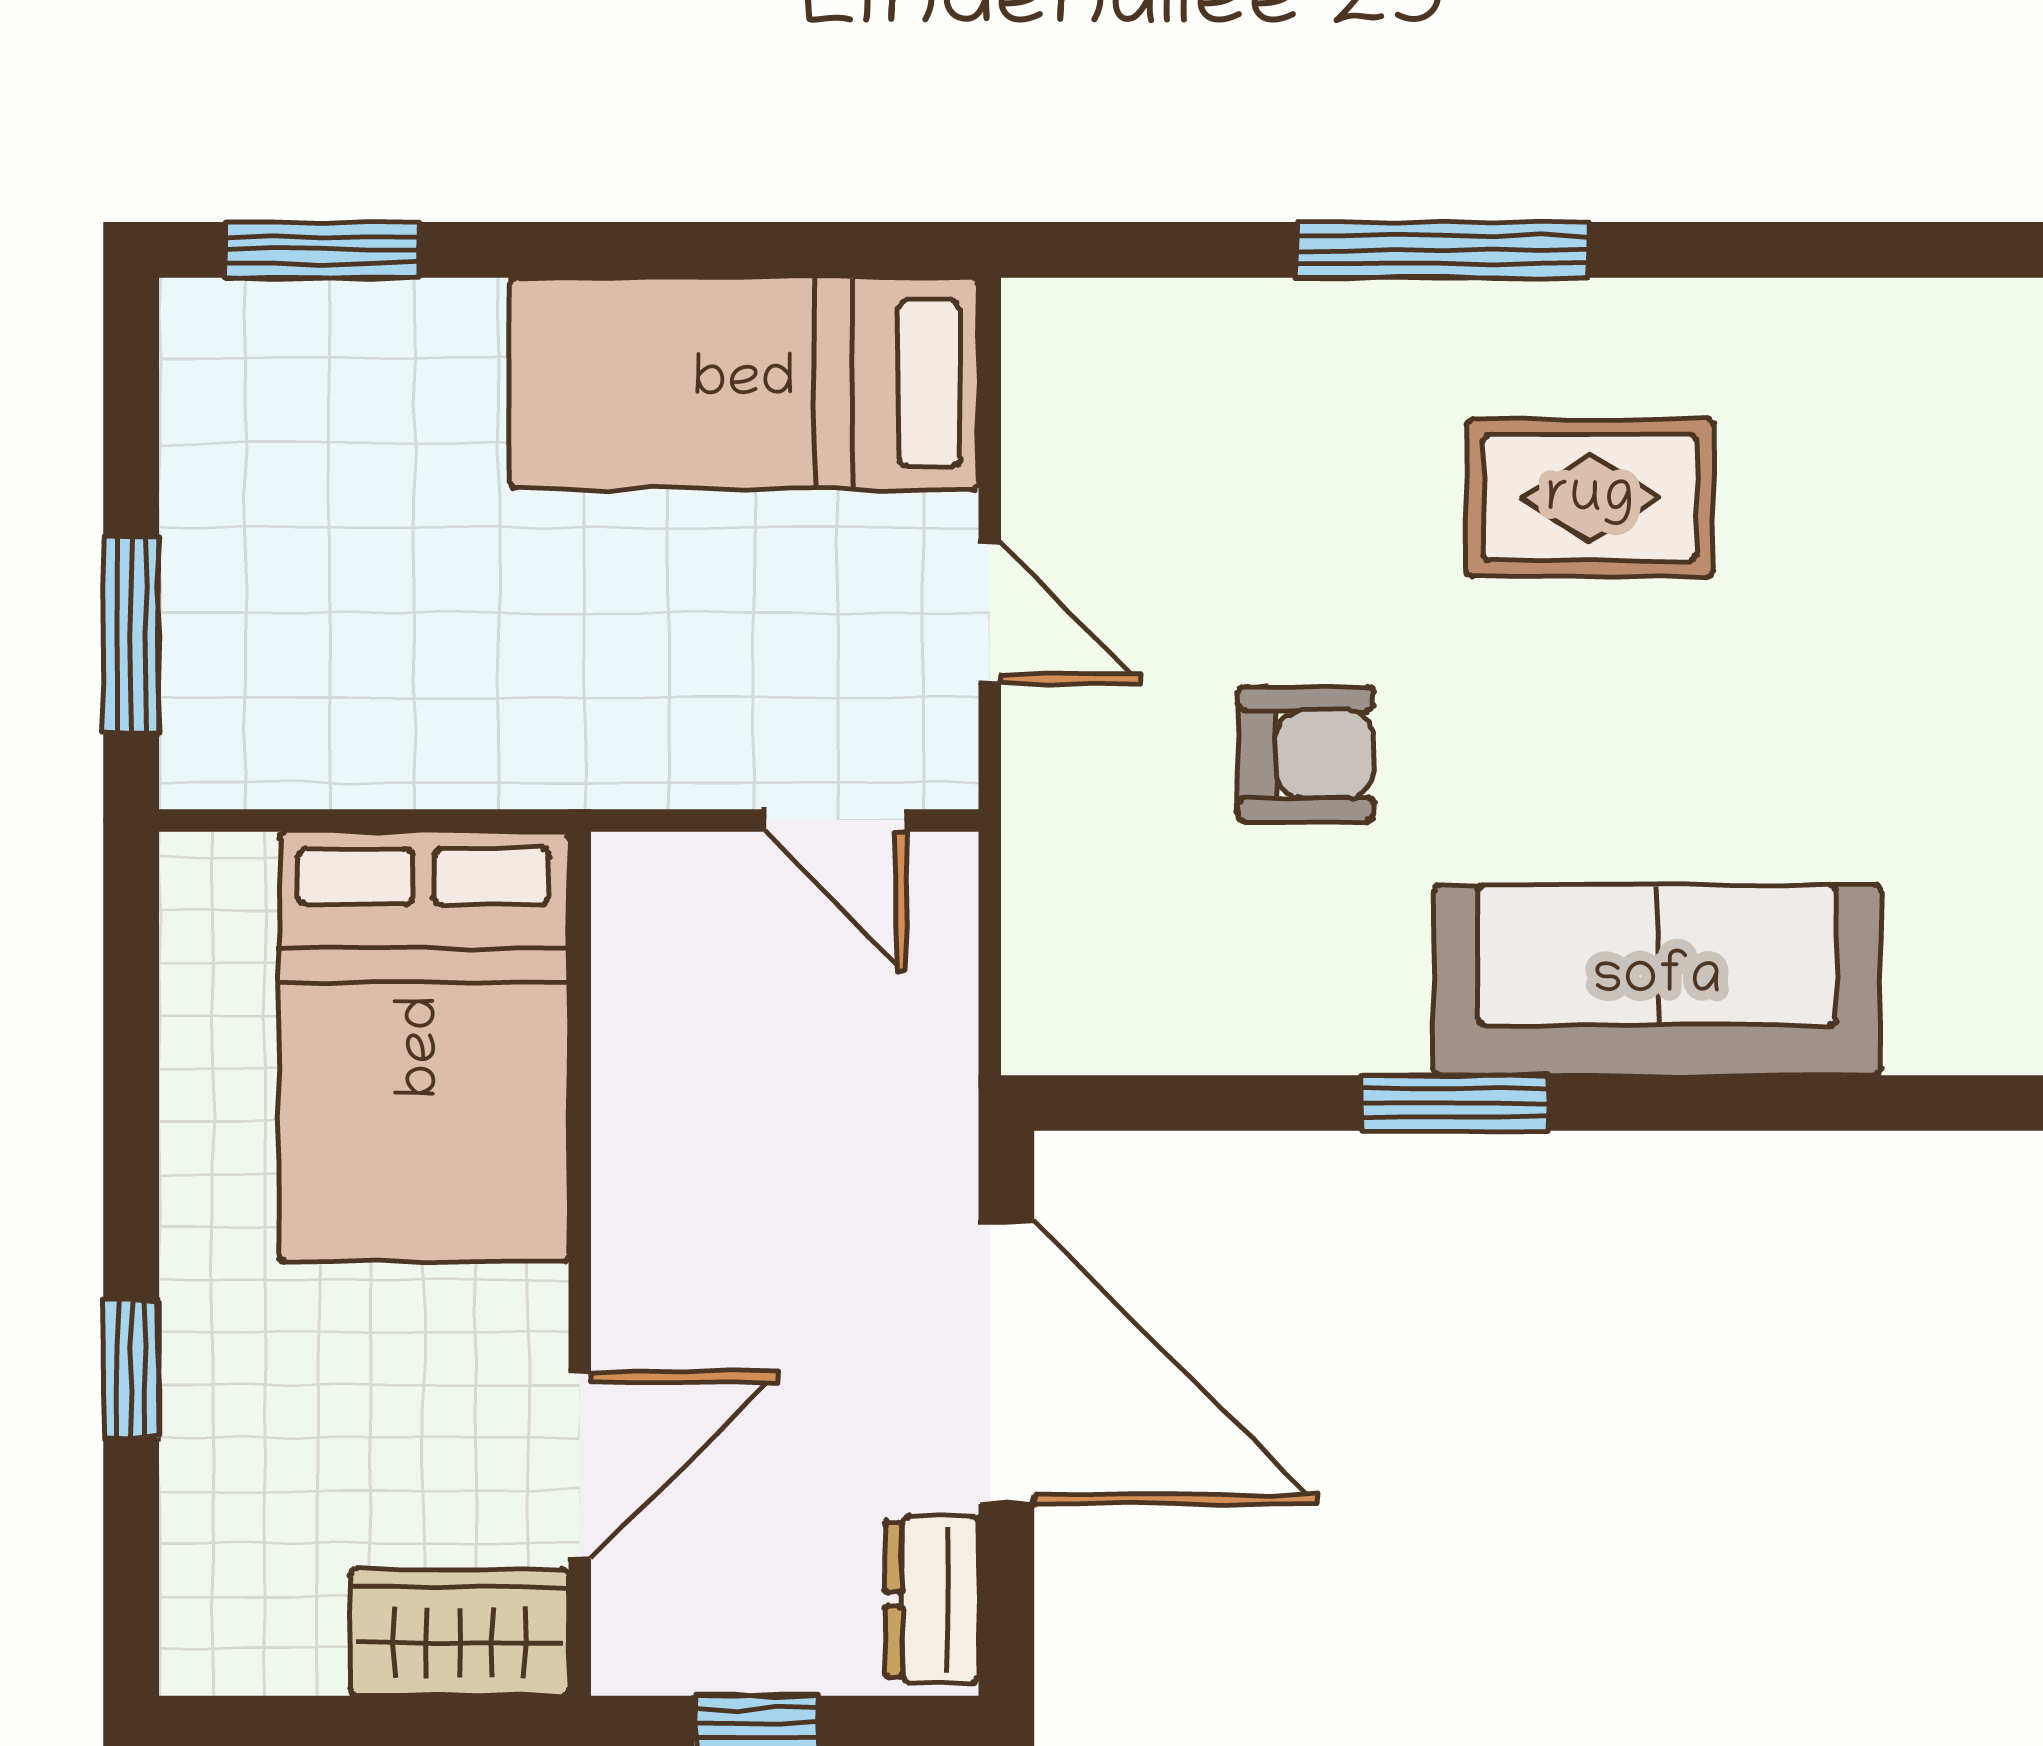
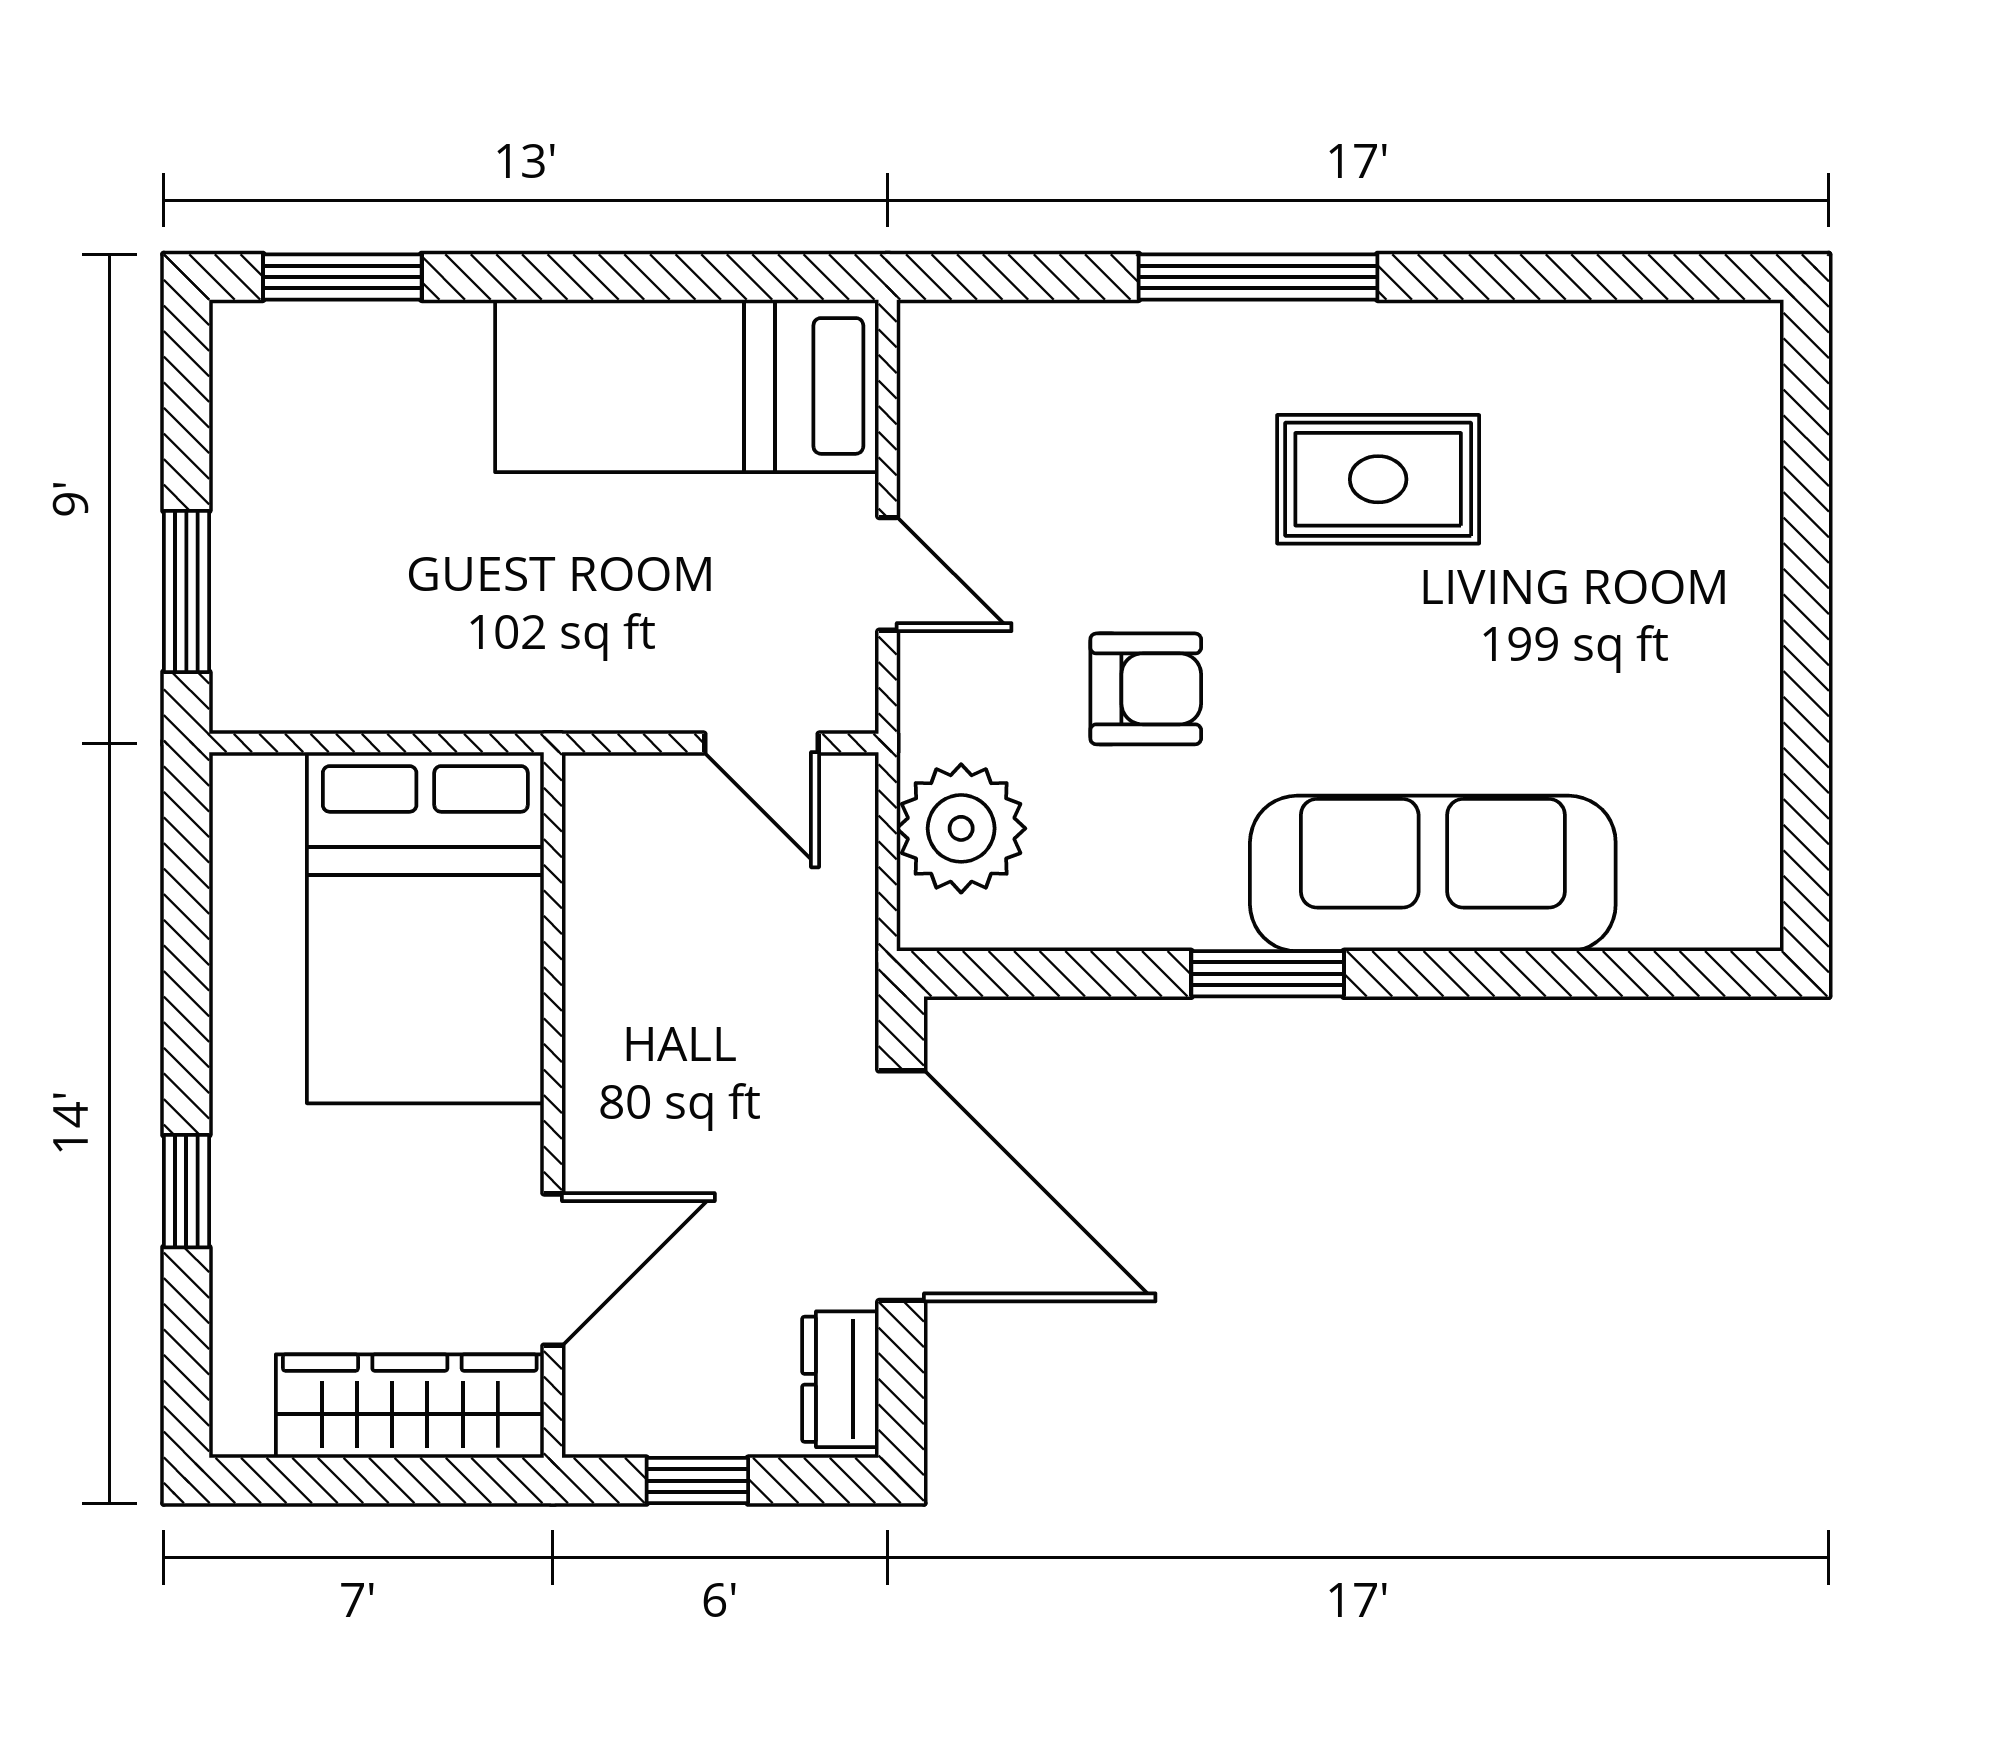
plant: (1080, 925) -> (961, 828), added
wardrobe: (459, 1632) -> (410, 1406), width x1.50

